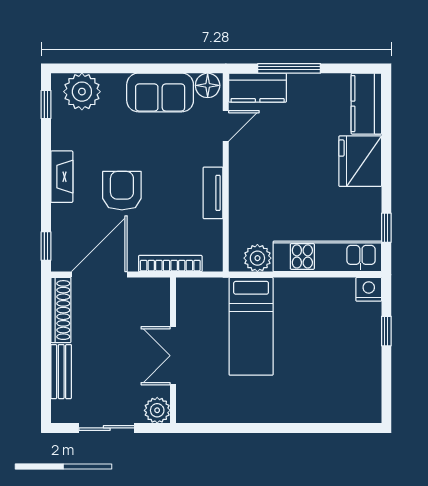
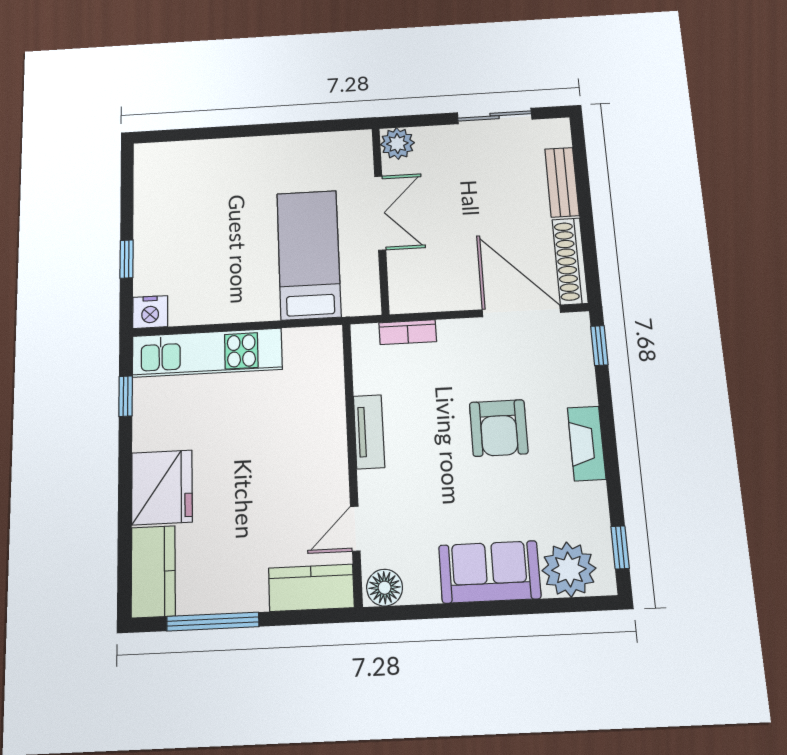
window: (289, 68) -> (213, 622), moved
sofa: (160, 92) -> (490, 572), moved
plant: (257, 258) -> (303, 345), removed
bookcase: (170, 264) -> (408, 332), width x0.64
door: (99, 275) -> (521, 311), swing flipped
wall: (173, 350) -> (380, 220), moved
double door: (173, 356) -> (380, 213), moved
plant: (157, 410) -> (397, 144), moved

